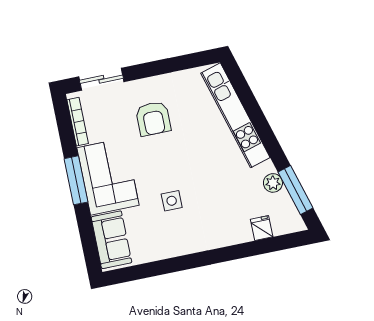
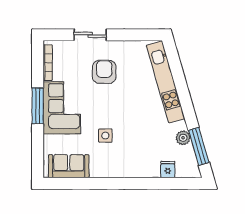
sliding door: (101, 79) -> (90, 35), moved
armchair: (153, 119) -> (104, 72), turned 180
sofa: (111, 240) -> (69, 166), moved, turned -90

